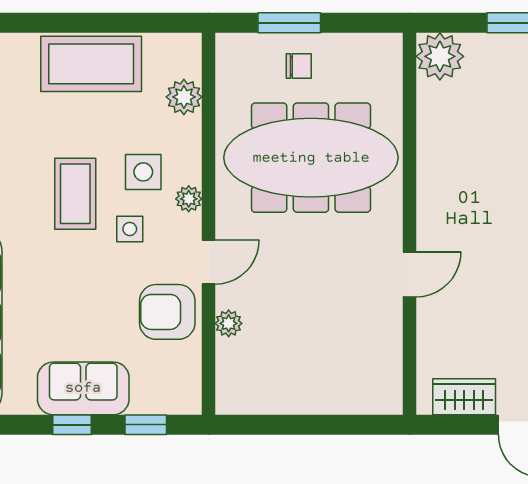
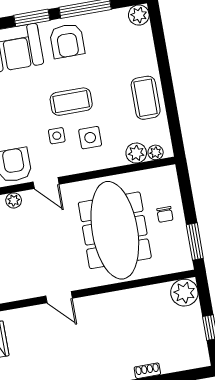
window: (289, 23) -> (195, 242), moved
coffee table: (91, 64) -> (146, 98), width x0.73, depth x0.76
plant: (189, 199) -> (156, 152), moved

